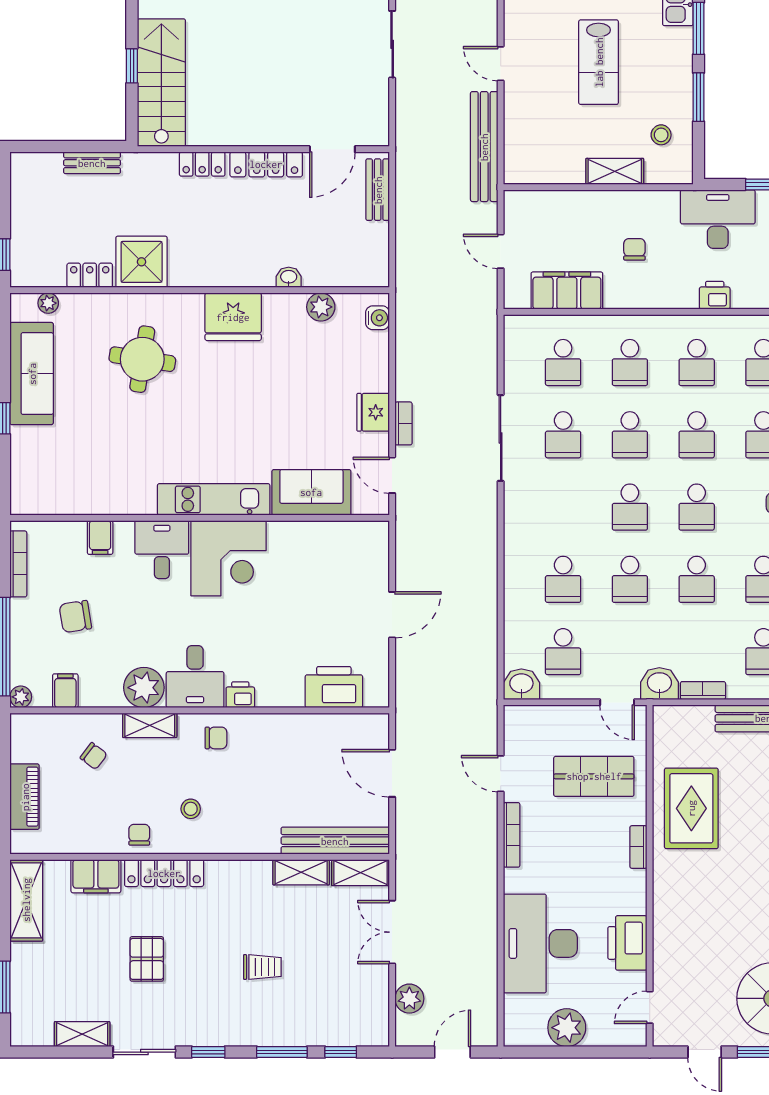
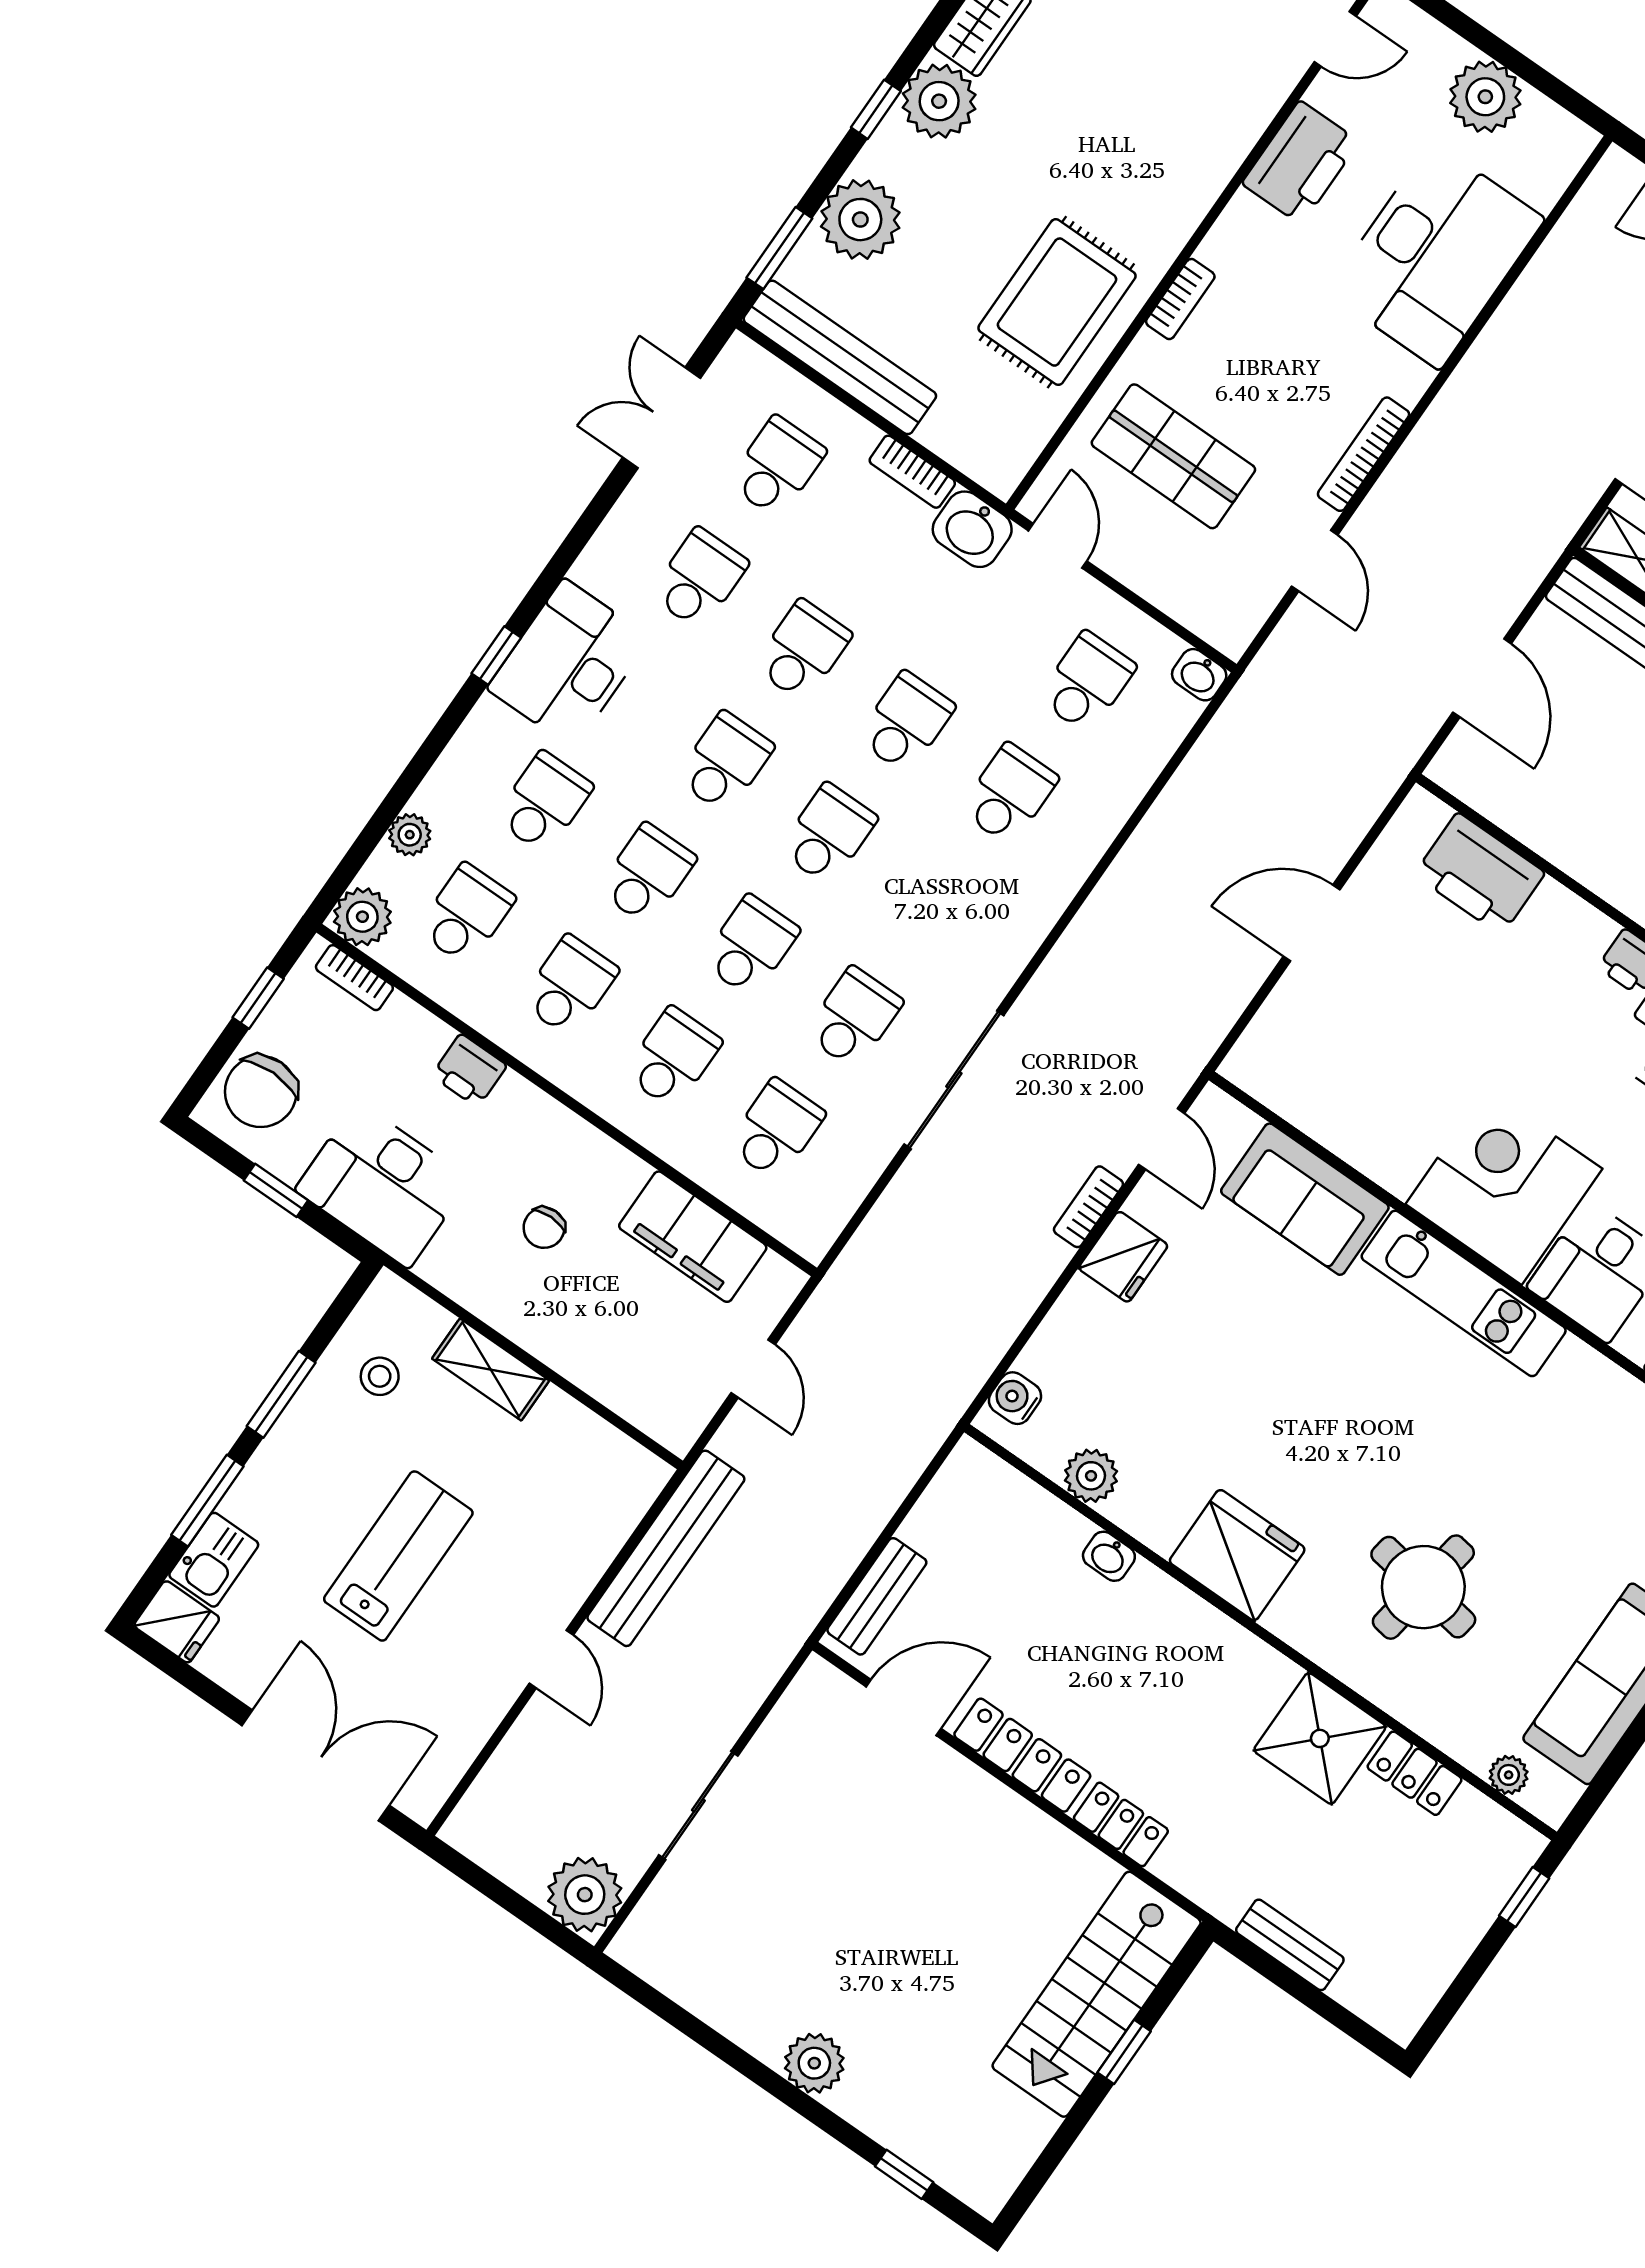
washbasin: (521, 684) -> (1199, 675), width x0.72, depth x0.69

